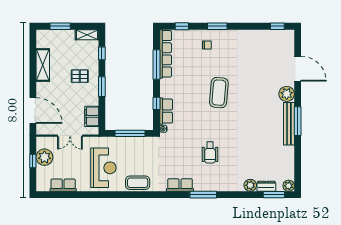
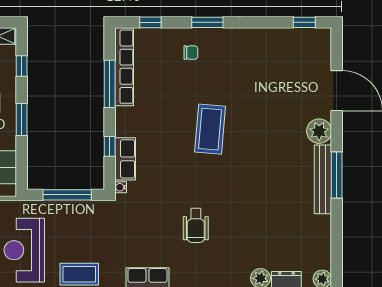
reception desk: (103, 168) -> (24, 250), turned 180

